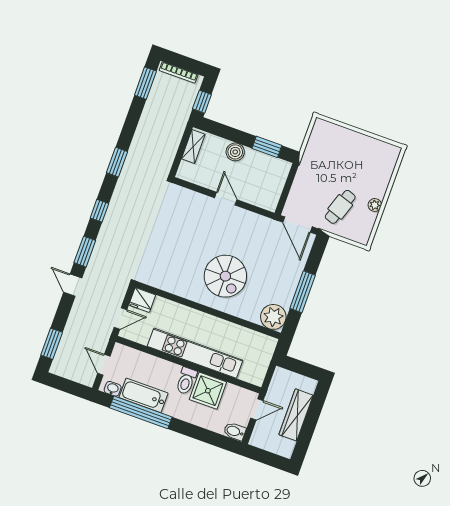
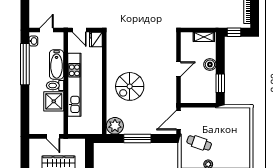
bathtub: (143, 395) -> (57, 65), moved, turned 180
bidet: (235, 431) -> (34, 127), removed

